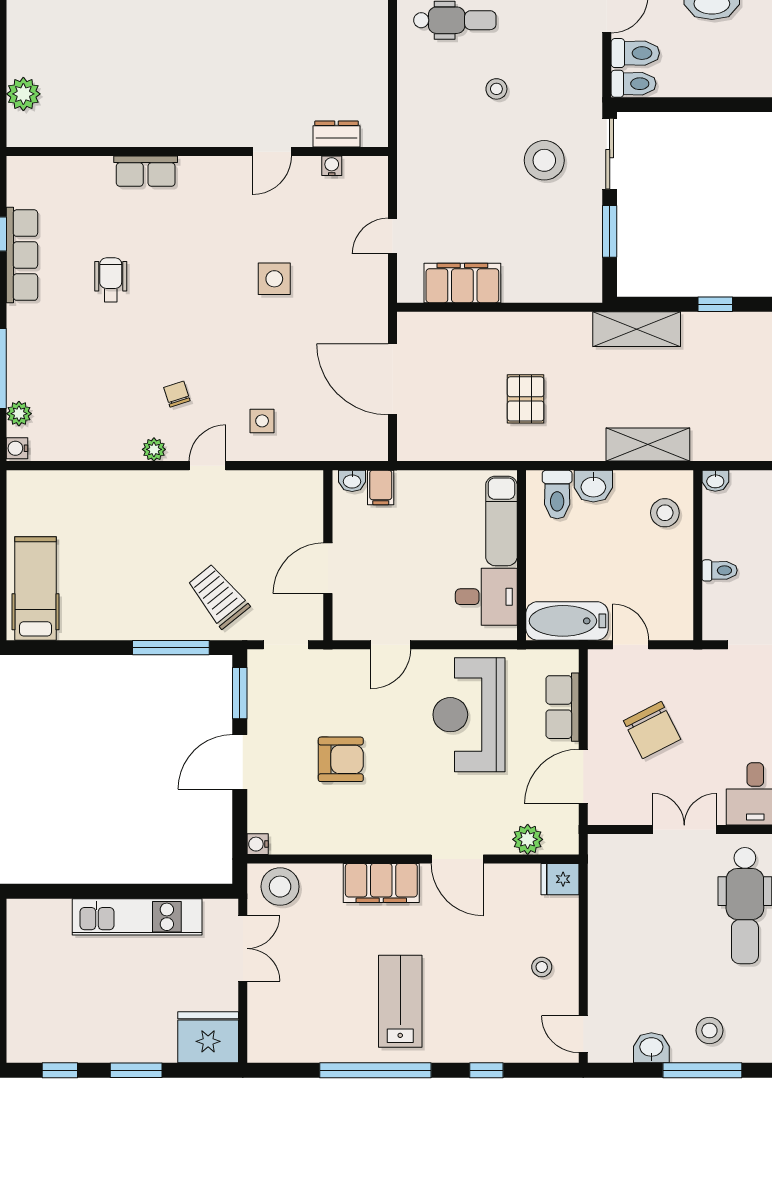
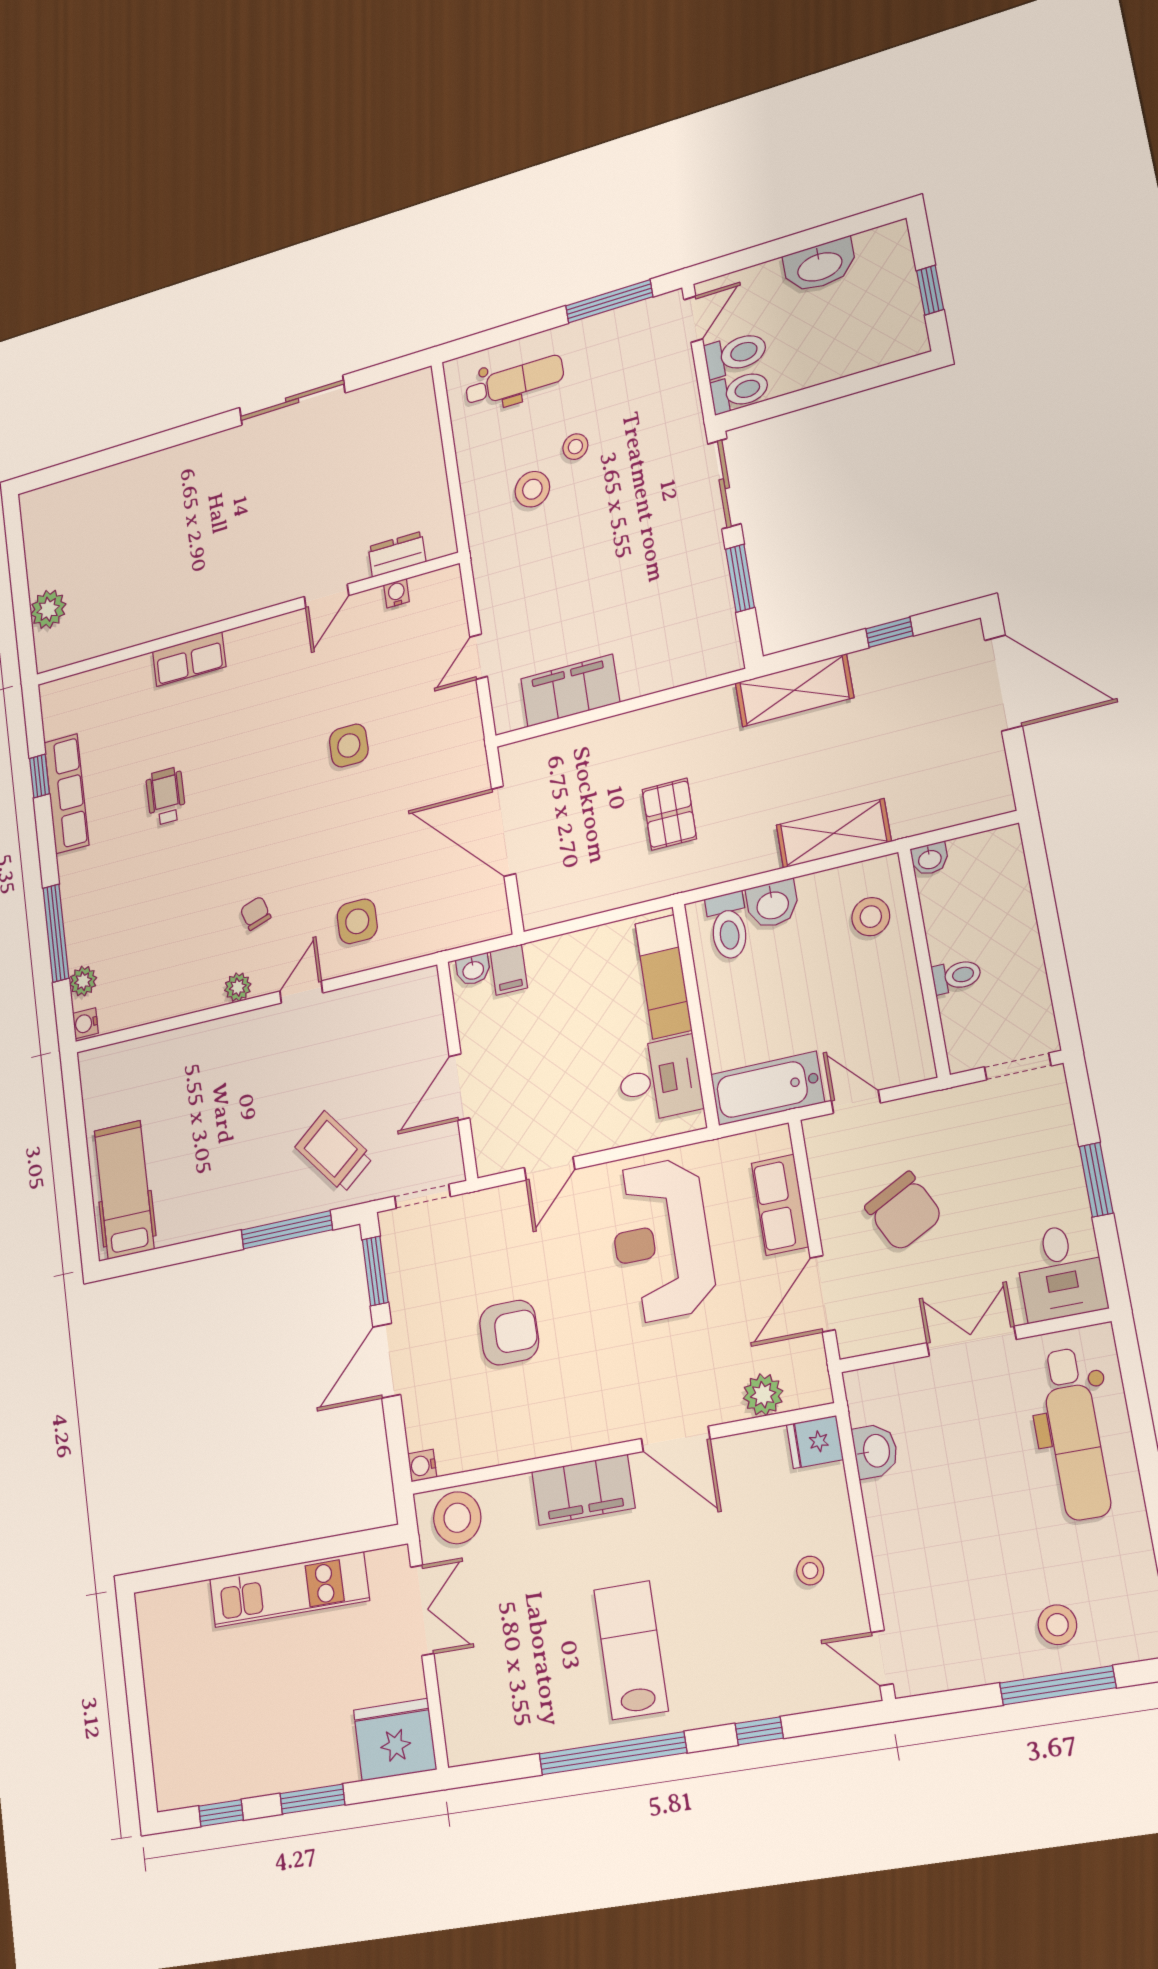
stool: (544, 160) -> (532, 489), moved, width x0.73, depth x0.73
side table: (262, 421) -> (357, 921), width x1.37, depth x1.37
washbasin: (651, 1048) -> (875, 1451), moved, turned 90

